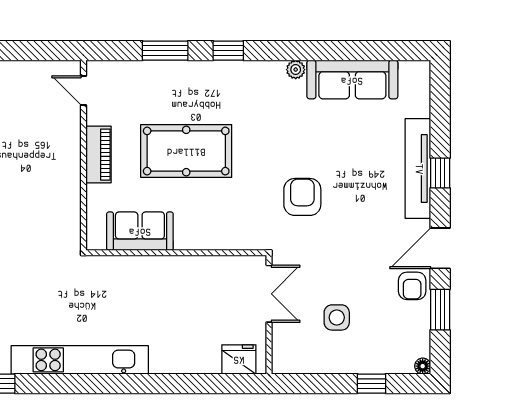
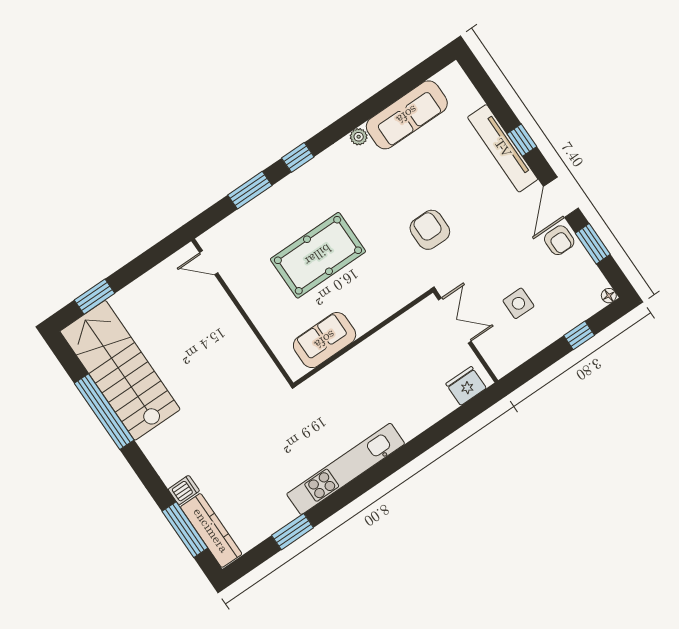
piano: (98, 155) -> (253, 303), removed

